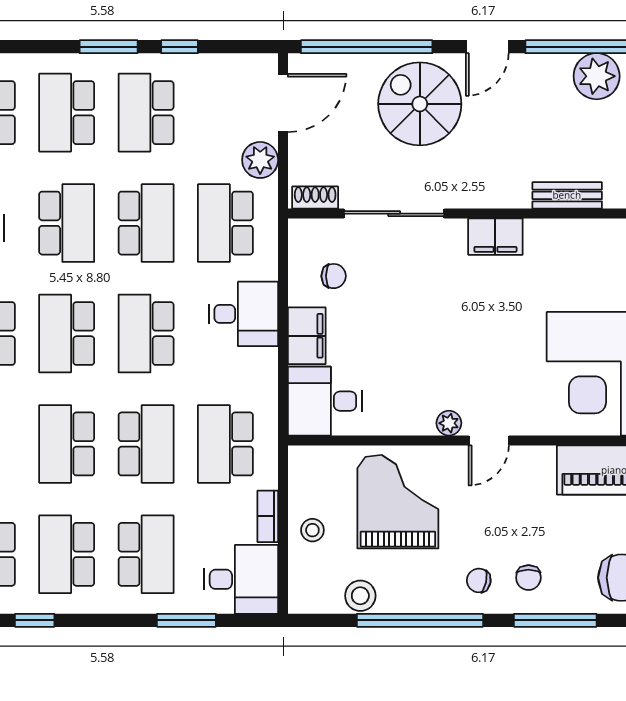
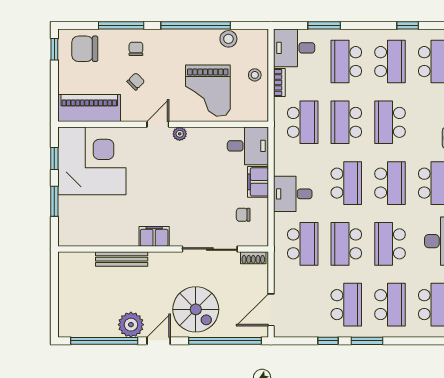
plant: (597, 76) -> (131, 325), moved
plant: (260, 160) -> (284, 279), removed
bench: (567, 195) -> (122, 259), width x1.36
school desk: (67, 444) -> (390, 122), turned 180
chair: (479, 580) -> (136, 81), moved, turned -57

